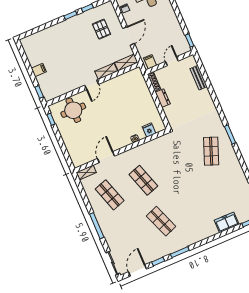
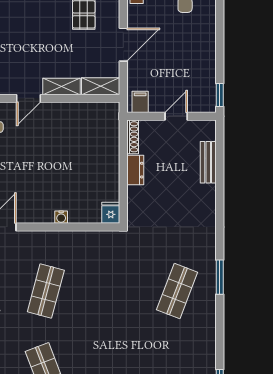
fridge: (149, 130) -> (111, 213), moved
shop shelf: (143, 180) -> (46, 291), turned 33

